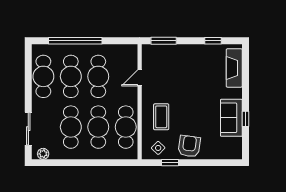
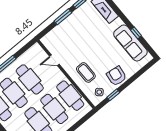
window: (164, 41) -> (63, 17), moved
door: (140, 78) -> (54, 60), hinge flipped
sofa: (231, 118) -> (130, 43), width x1.36

